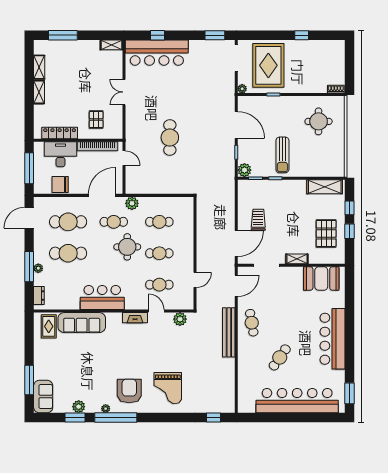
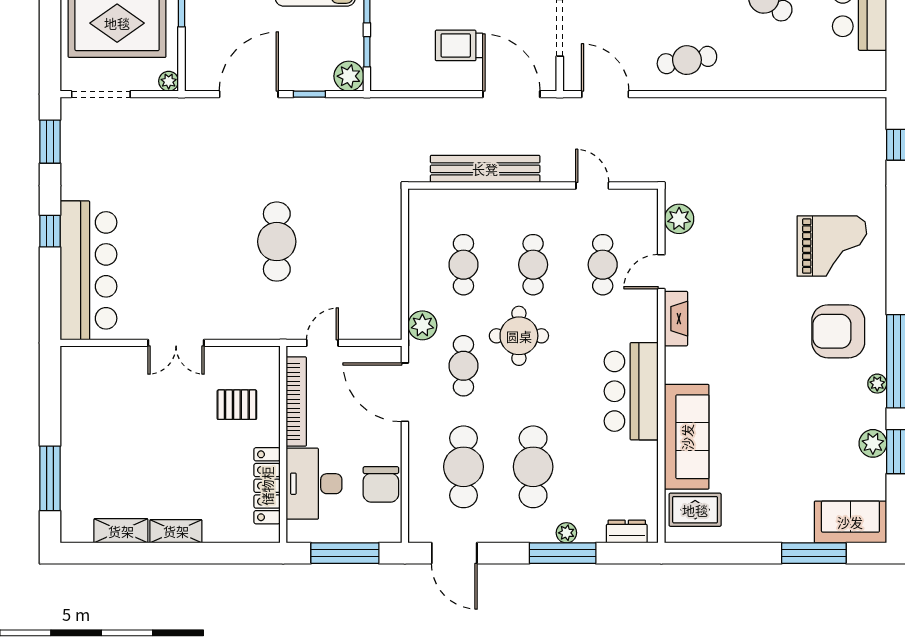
window: (158, 35) -> (50, 231), moved
shelving: (111, 45) -> (71, 371), removed
cafe table: (170, 138) -> (277, 242), turned 90
bench: (229, 332) -> (485, 169), moved

